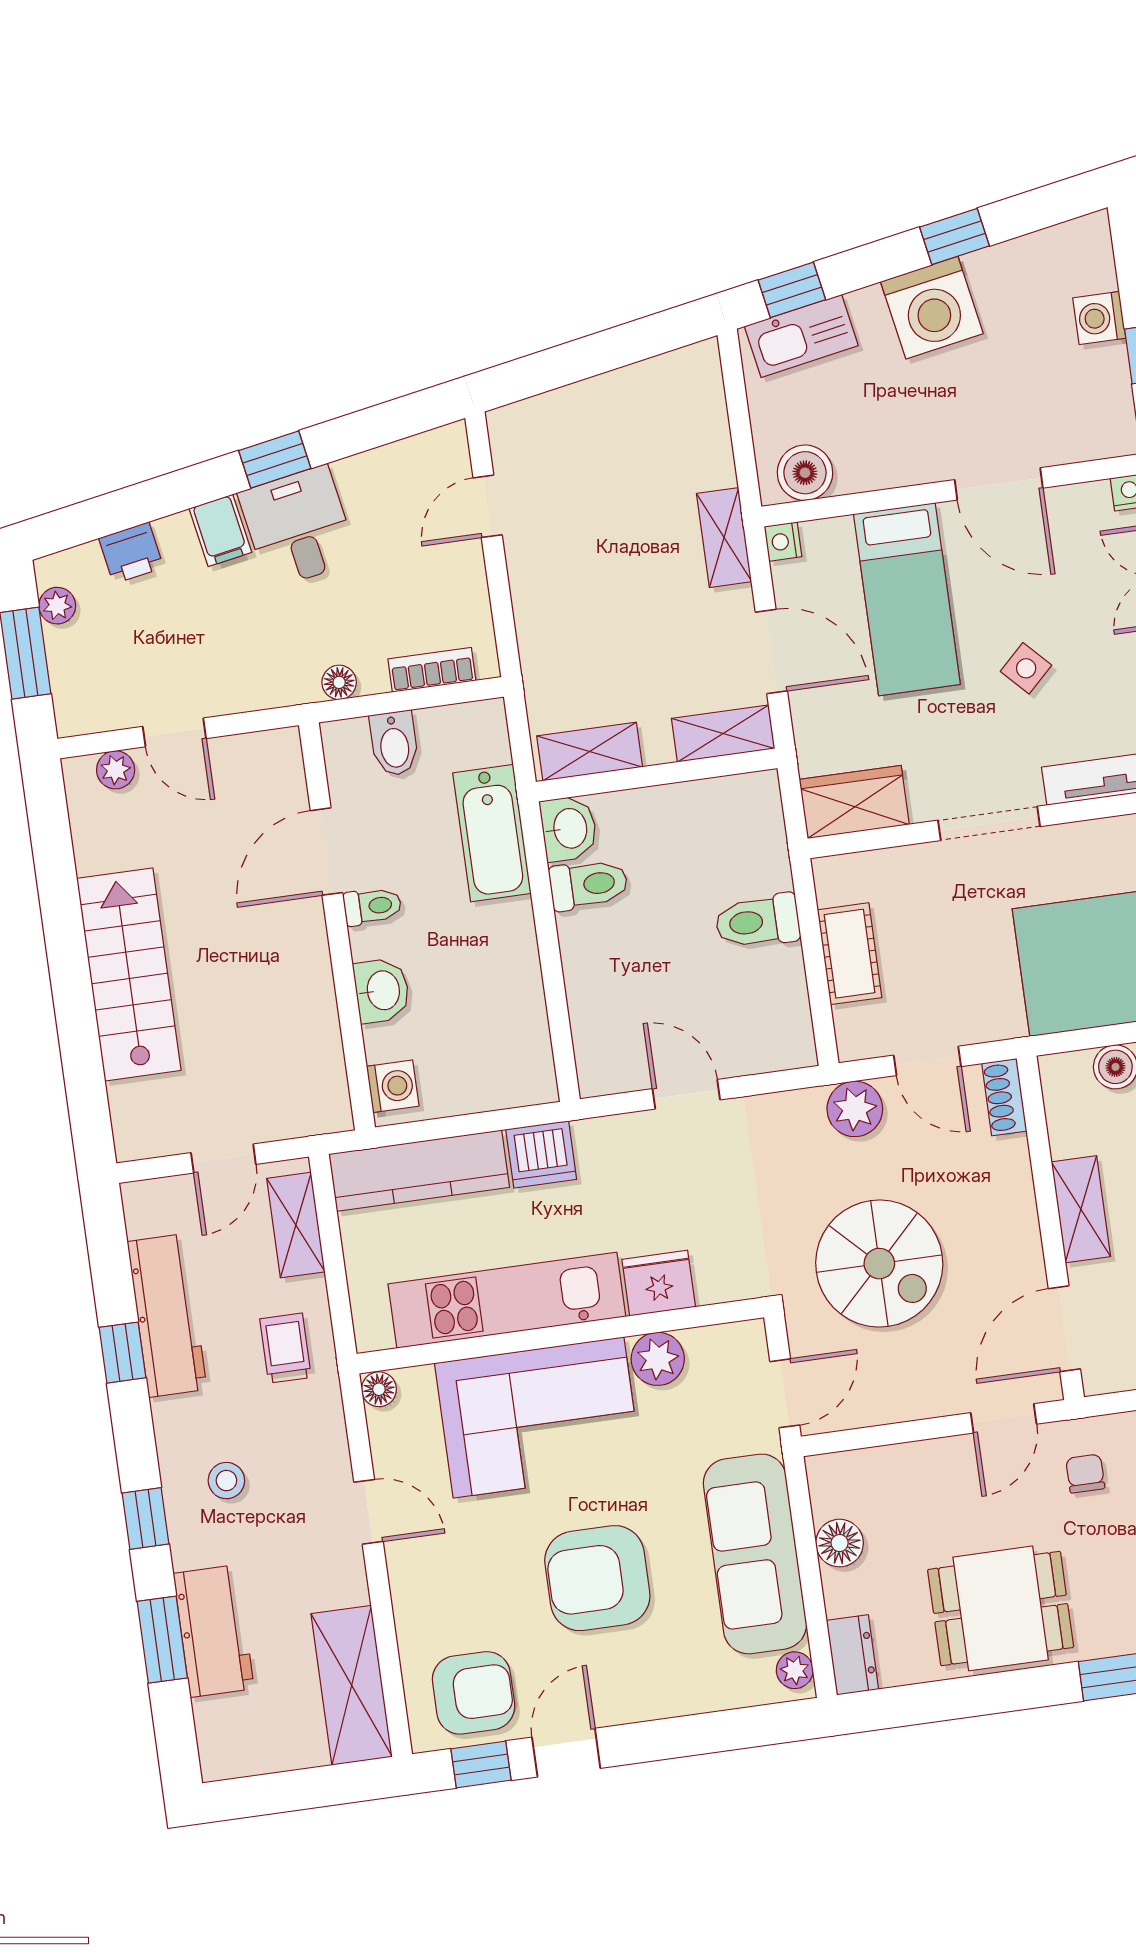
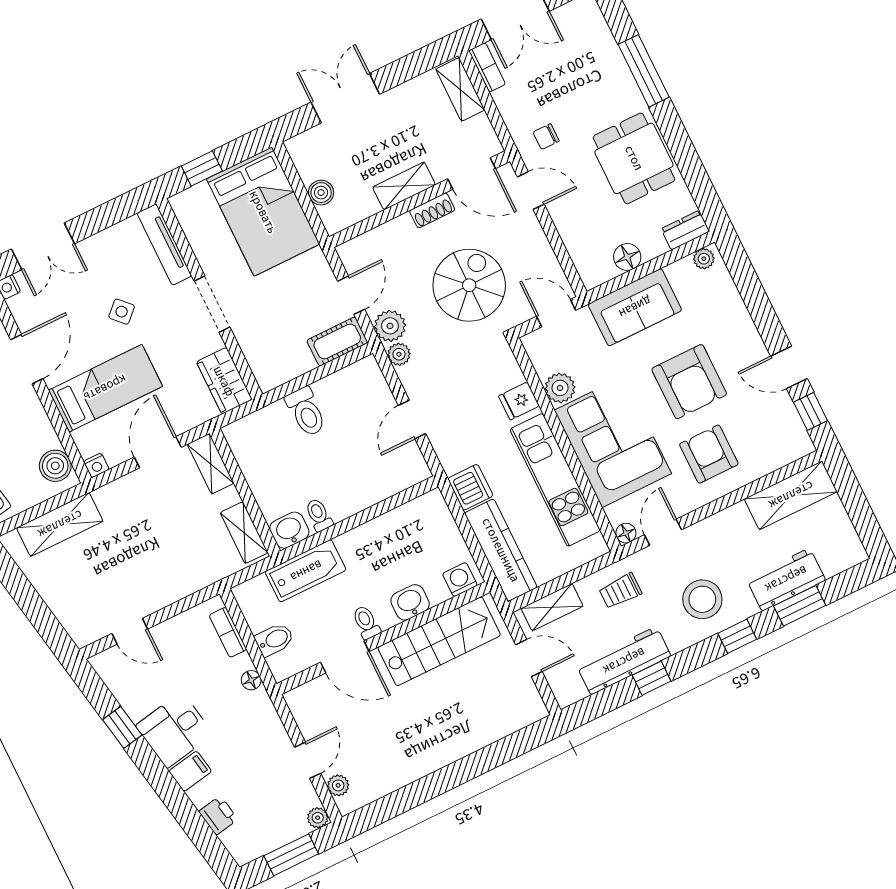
window: (275, 460) -> (122, 727), moved
shelving: (724, 538) -> (60, 524), moved, width x1.50, depth x1.33
plant: (57, 606) -> (318, 818), moved
toilet: (589, 885) -> (319, 515), width x0.73, depth x0.72
cot: (850, 954) -> (337, 342), moved
stairs: (129, 974) -> (439, 641), moved, turned 180
shoe rack: (1004, 1097) -> (432, 210), moved
plant: (802, 1108) -> (399, 354), added
fridge: (659, 1283) -> (519, 401), width x0.72
stool: (226, 1481) -> (702, 599), width x1.89, depth x1.89
door: (368, 1512) -> (663, 532), moved
sofa: (755, 1554) -> (635, 307), width x0.73
armchair: (474, 1693) -> (709, 454), moved

